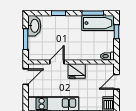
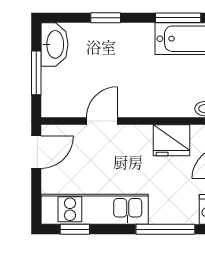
fridge: (77, 71) -> (171, 140), moved

